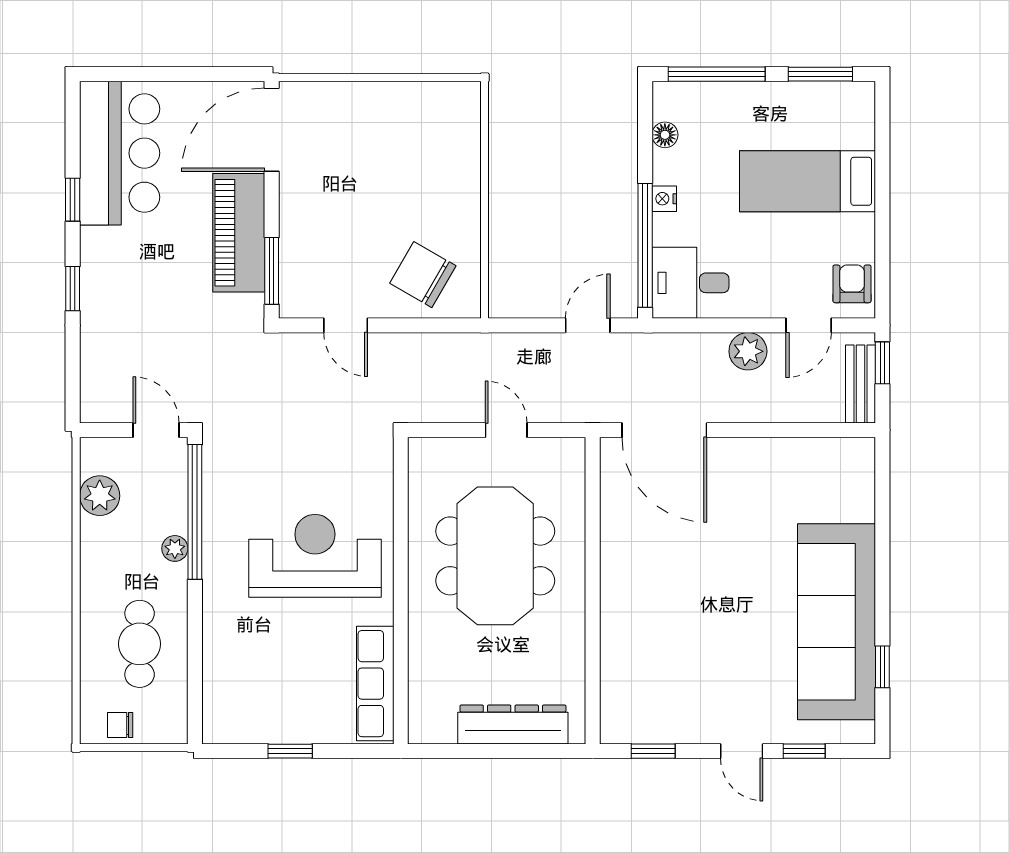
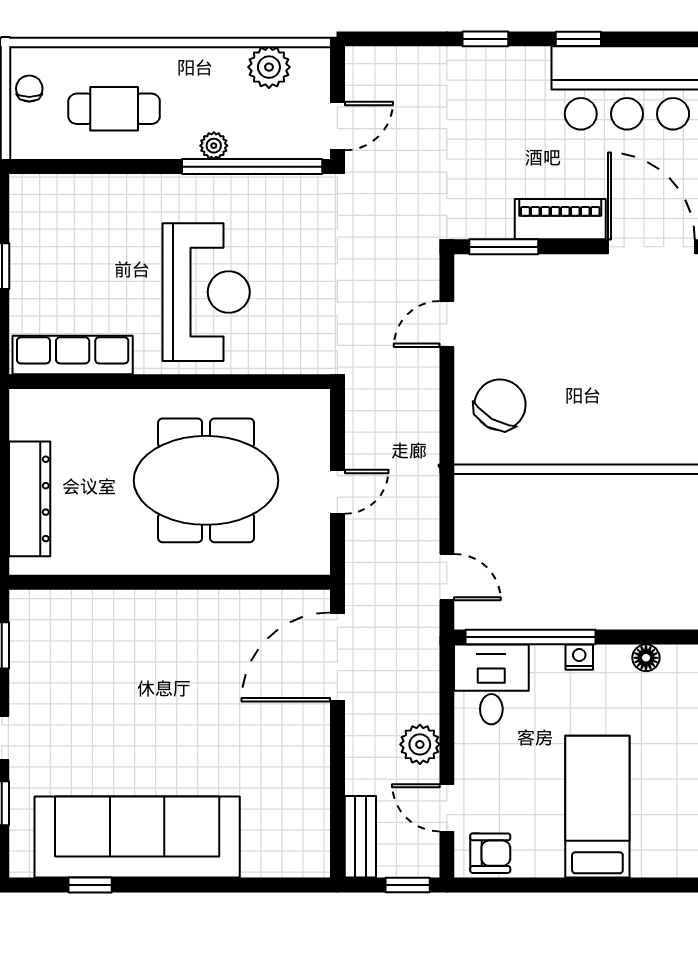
piano: (239, 233) -> (560, 219), width x0.73, depth x0.75
bench: (860, 384) -> (360, 837), moved, turned 90

